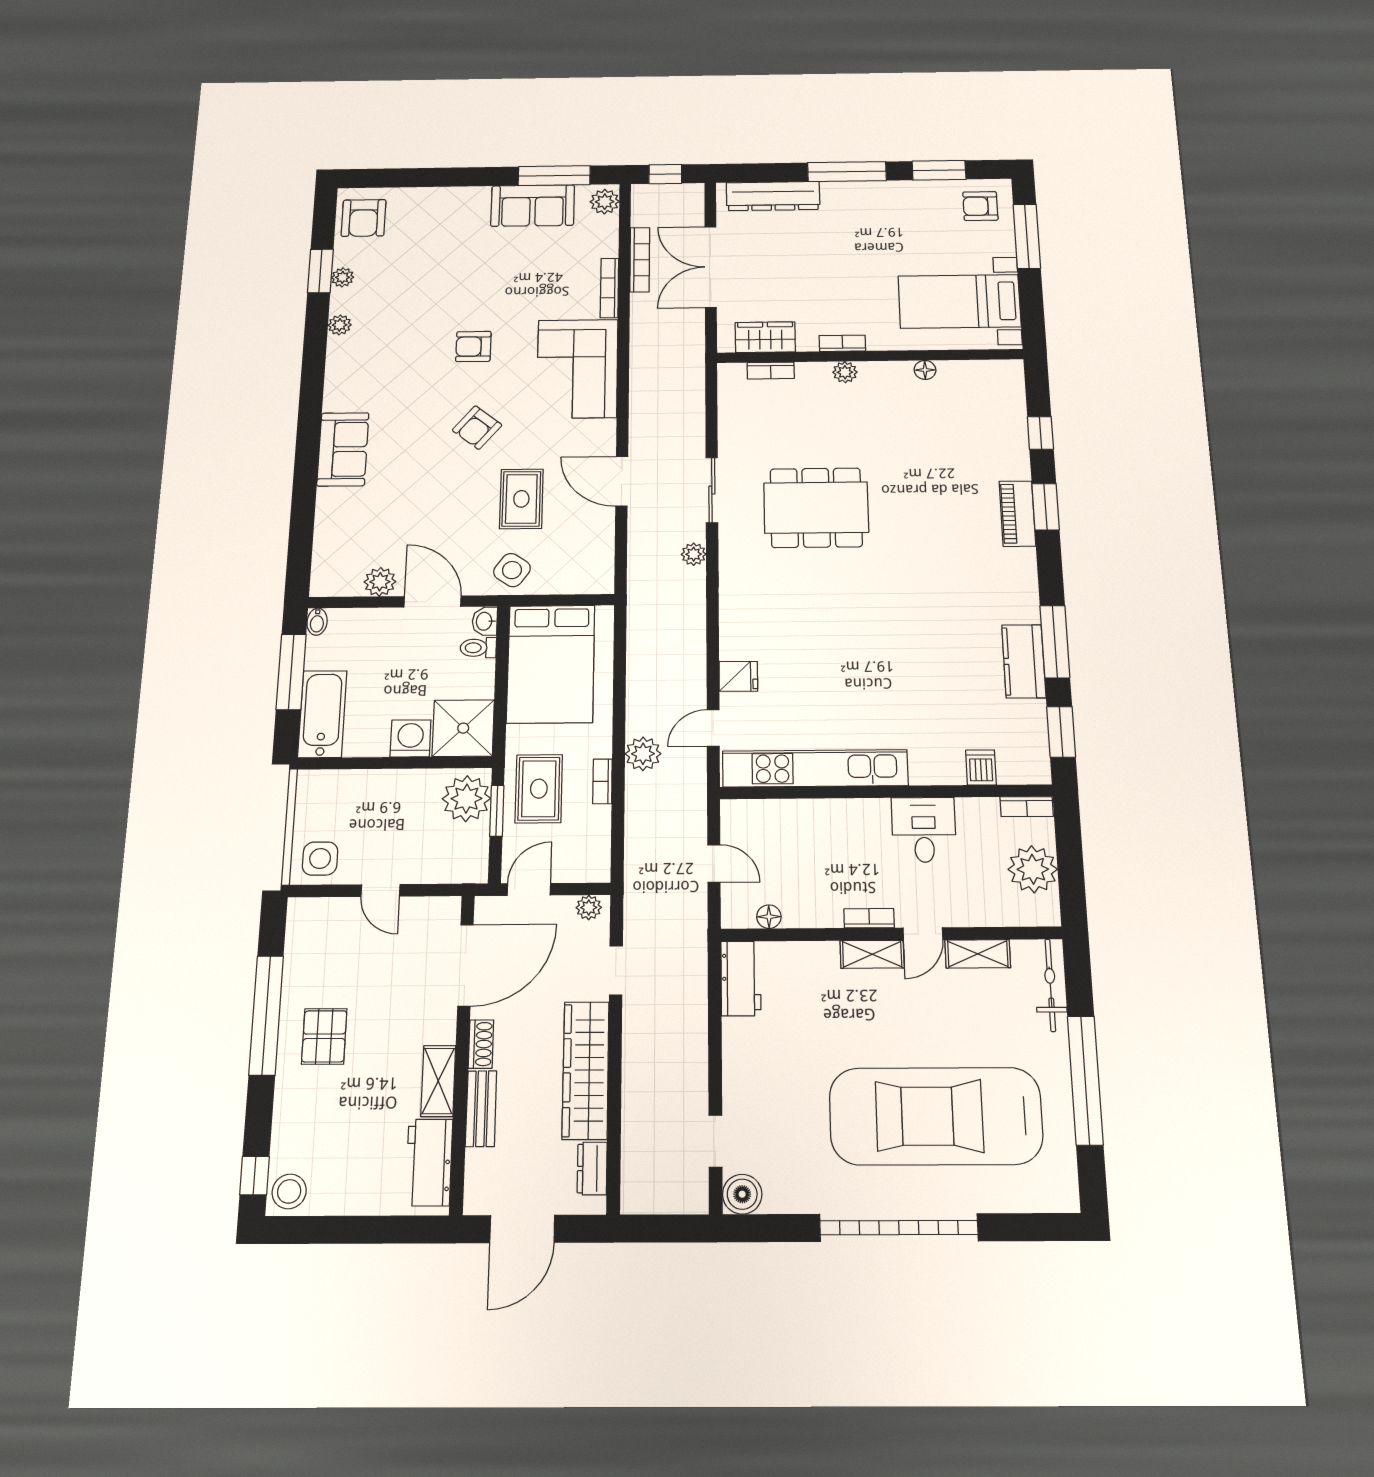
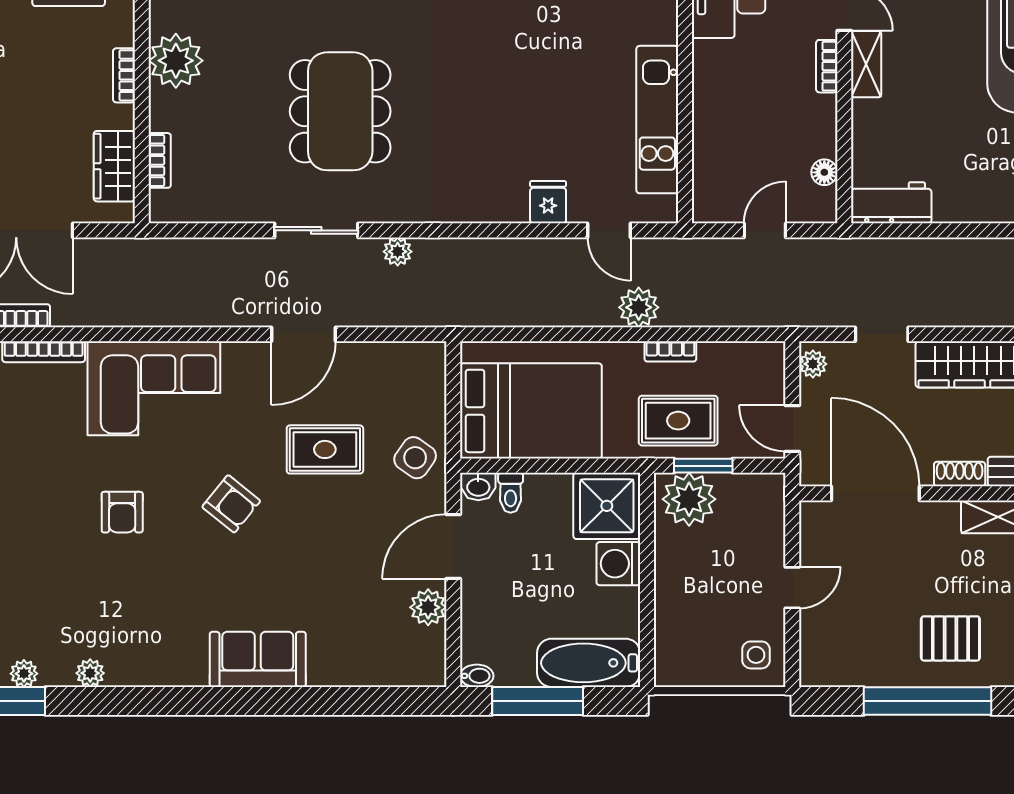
plant: (845, 372) -> (176, 61), width x1.88, depth x1.88
kitchen unit: (815, 768) -> (657, 120), width x0.73
side table: (320, 859) -> (756, 655), width x0.73, depth x0.73

